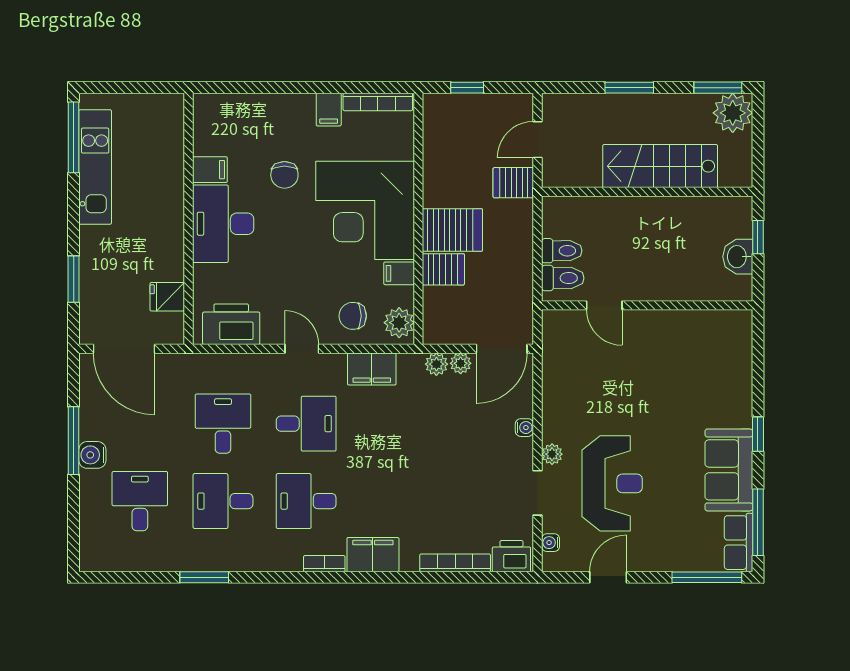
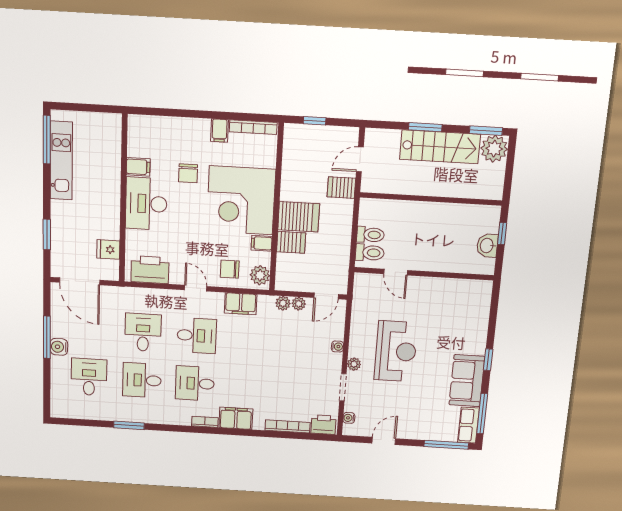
stairs: (660, 166) -> (440, 147), moved, turned 180
door: (502, 349) -> (326, 296), width x0.73
reception desk: (612, 483) -> (396, 351), moved

